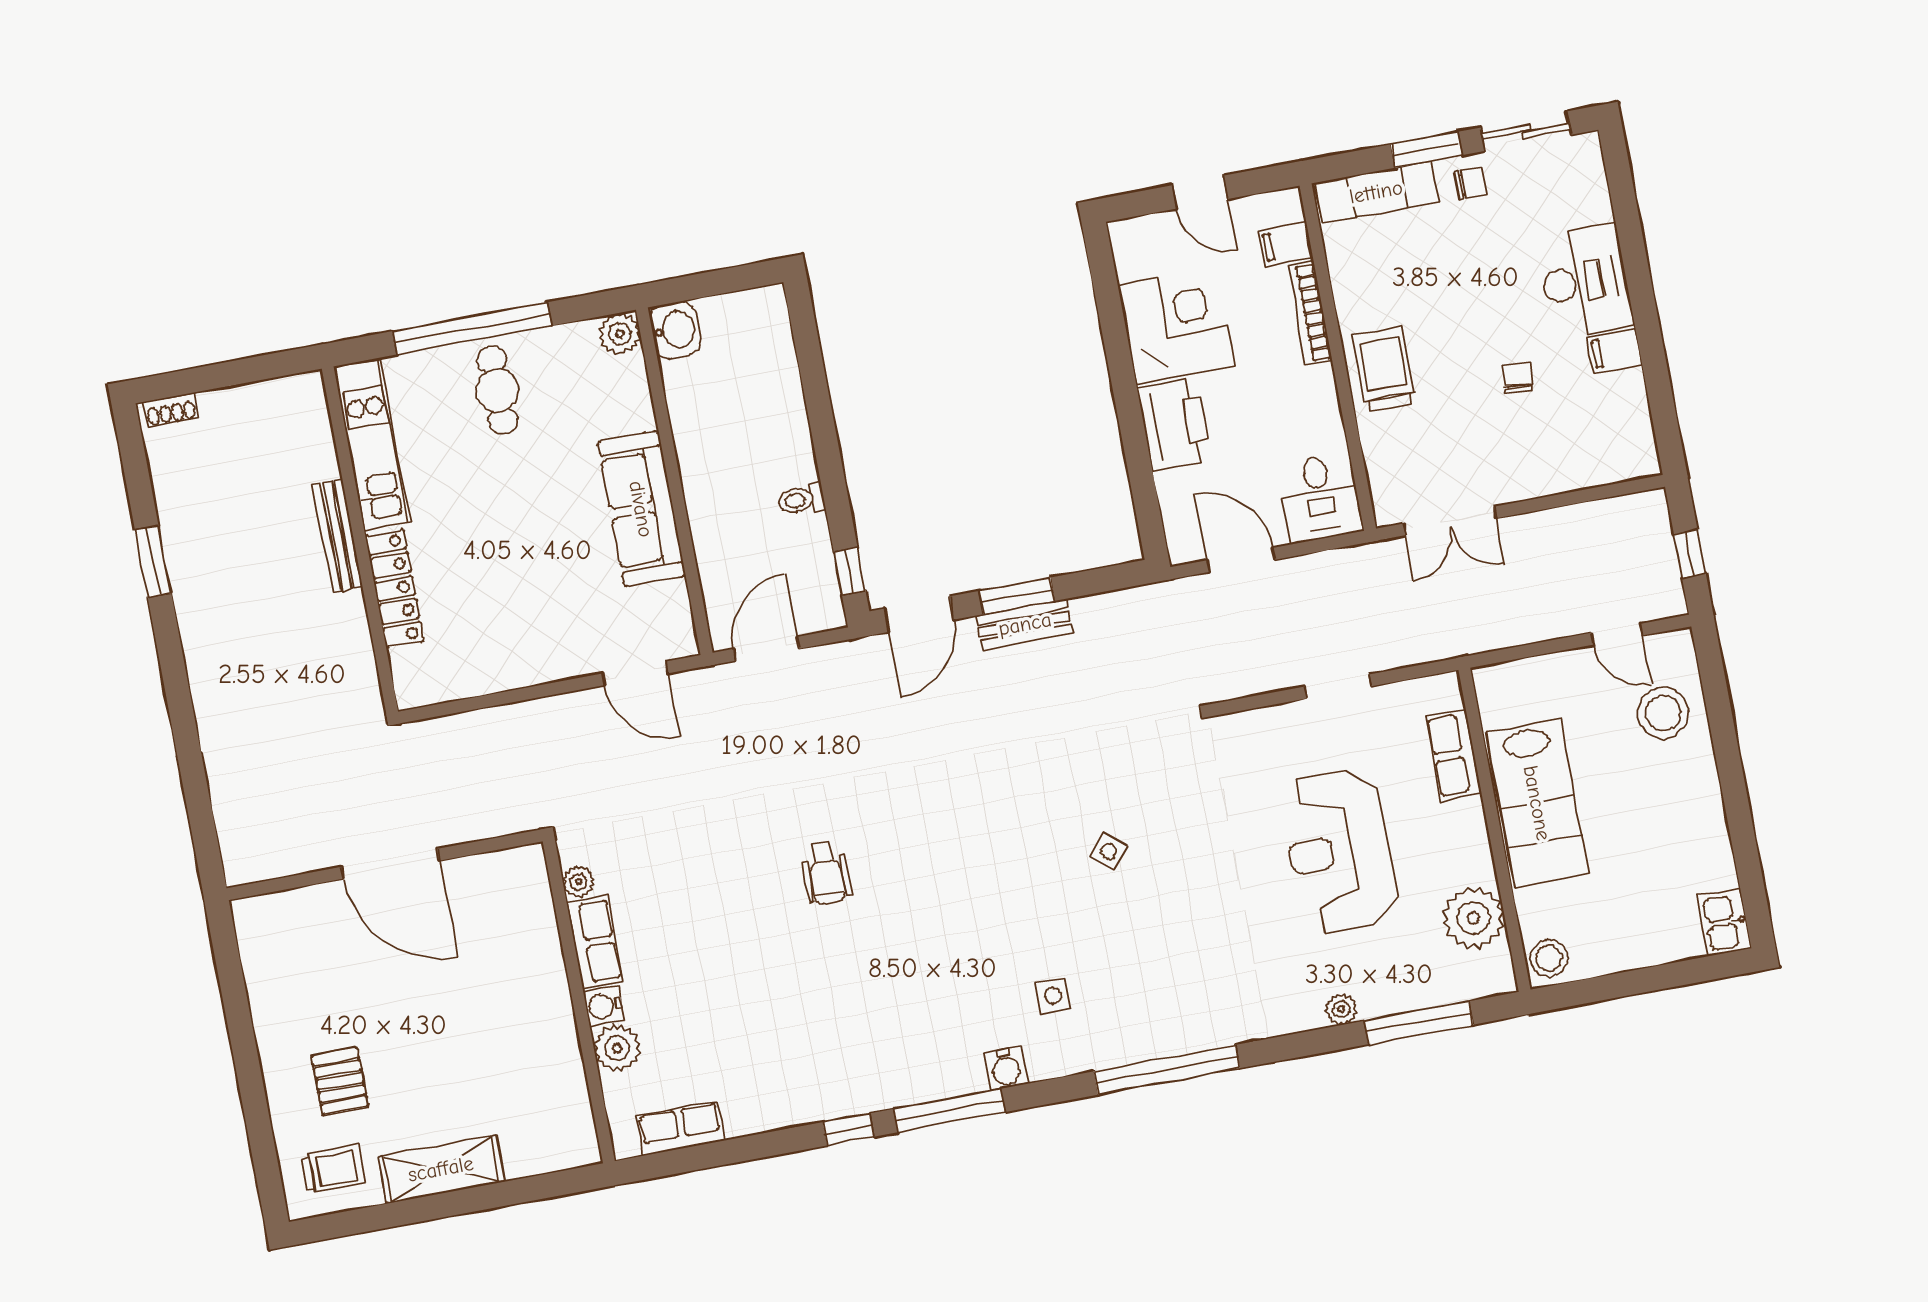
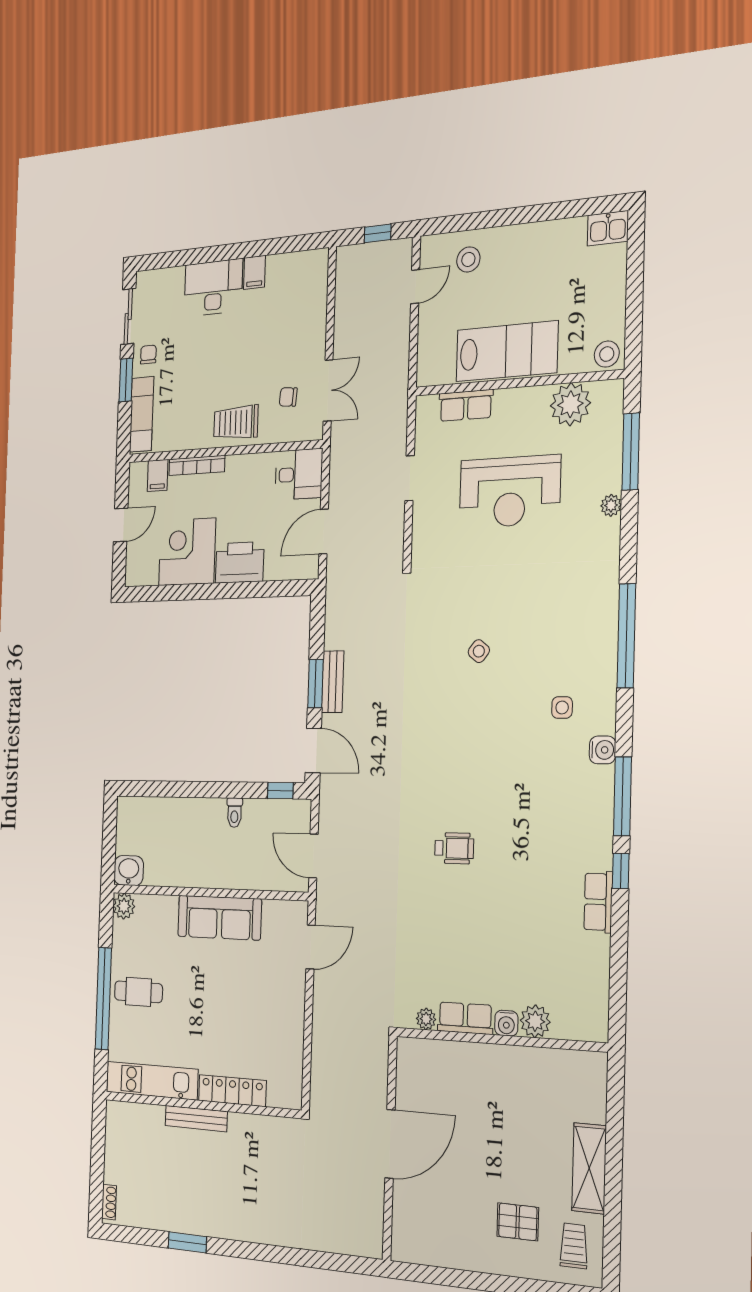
chair: (1518, 378) -> (288, 397), moved
stool: (1663, 713) -> (468, 259), width x0.73, depth x0.73
row of seats: (681, 1128) -> (598, 902), moved

